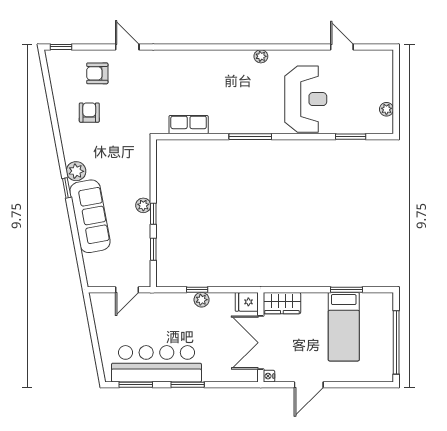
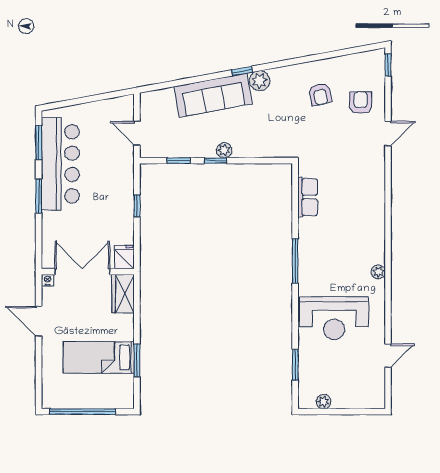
armchair: (89, 113) -> (320, 94), turned 78
plant: (202, 300) -> (127, 210), removed

